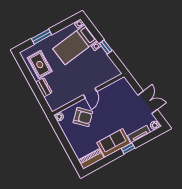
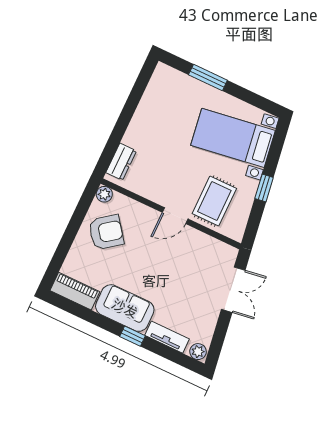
rug: (40, 65) -> (214, 201), moved
dresser: (44, 87) -> (121, 162), moved
double door: (148, 102) -> (233, 290), moved
armchair: (83, 117) -> (106, 232), moved, turned -81

